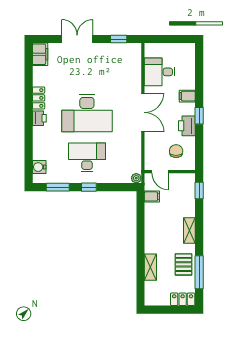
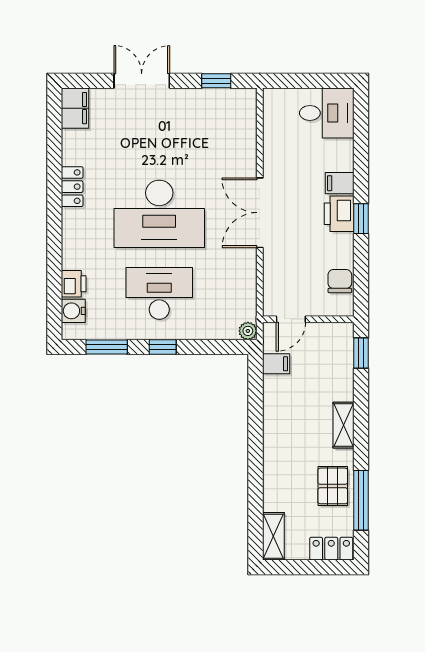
desk: (160, 72) -> (327, 113), moved, turned 180
double door: (143, 112) -> (260, 213), swing flipped
printer: (39, 118) -> (74, 284), moved
printer: (187, 126) -> (339, 214), moved
chair: (176, 151) -> (340, 281), moved
door: (160, 172) -> (291, 319), hinge flipped
shelving: (150, 267) -> (273, 536), moved

